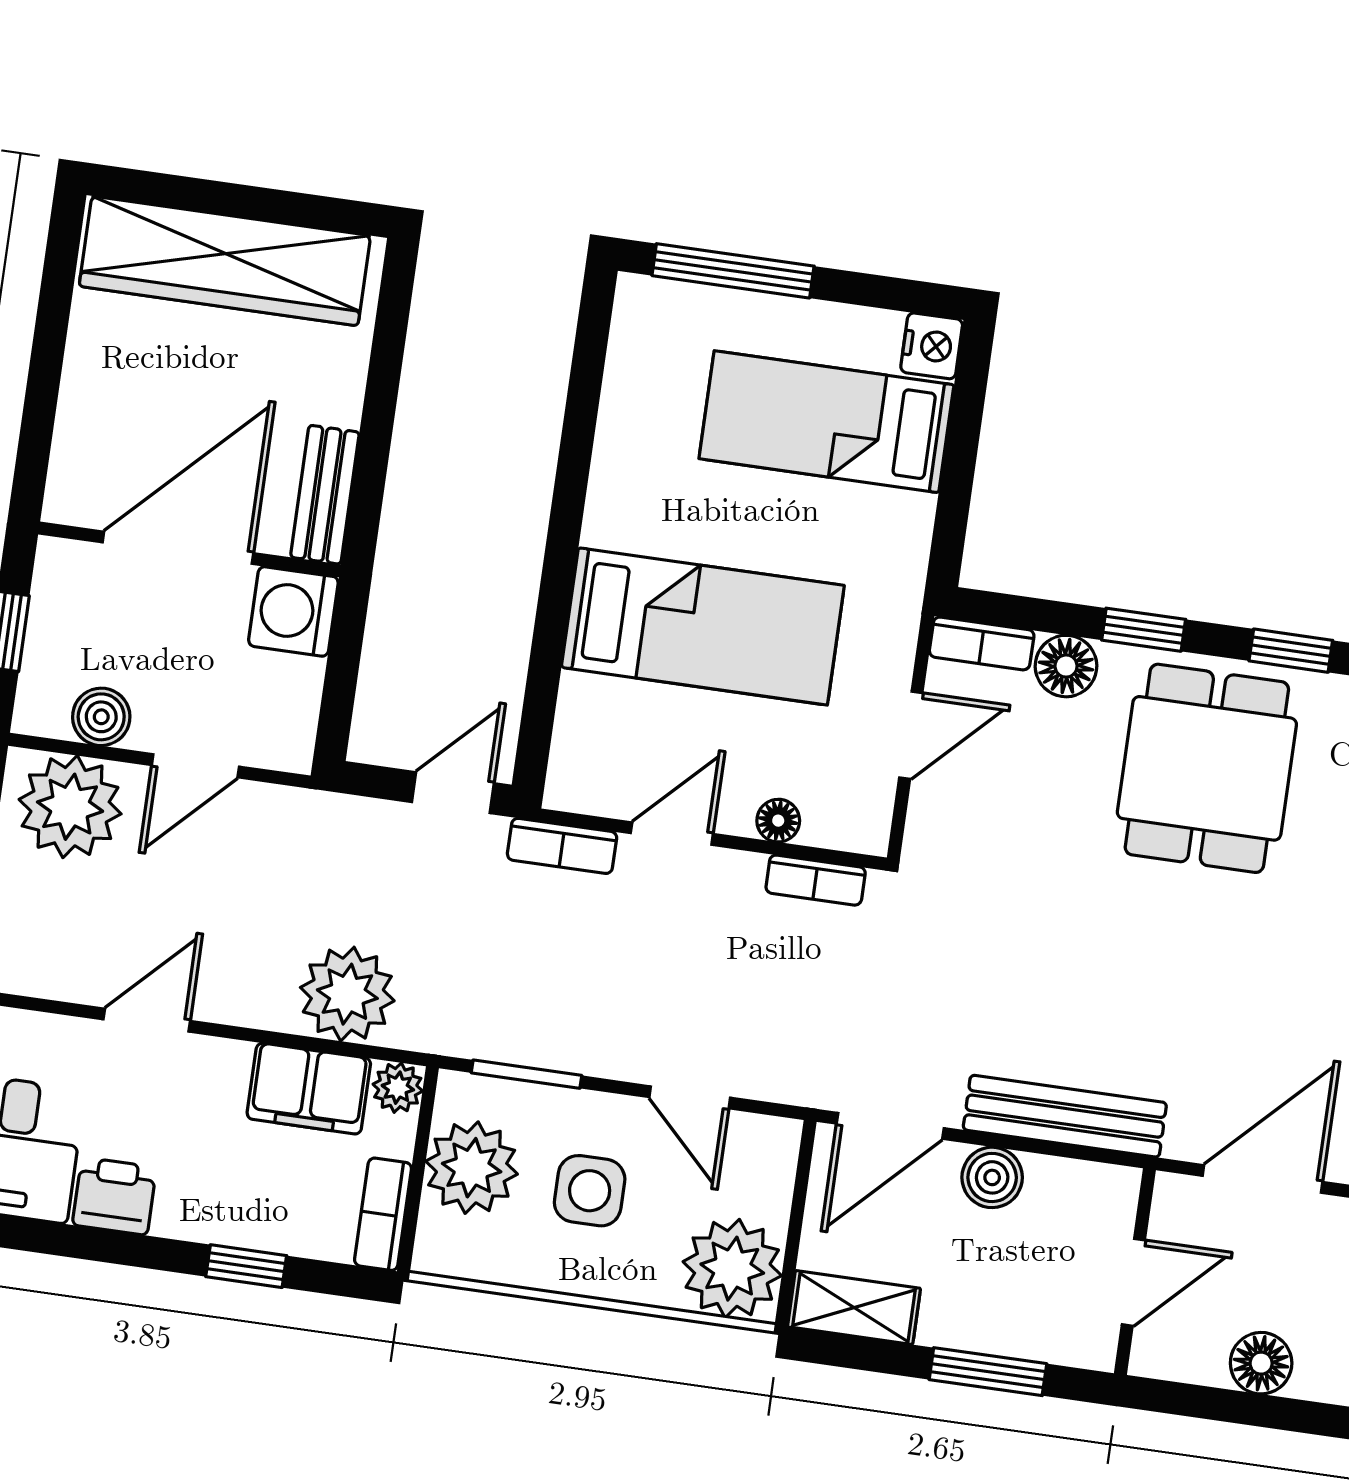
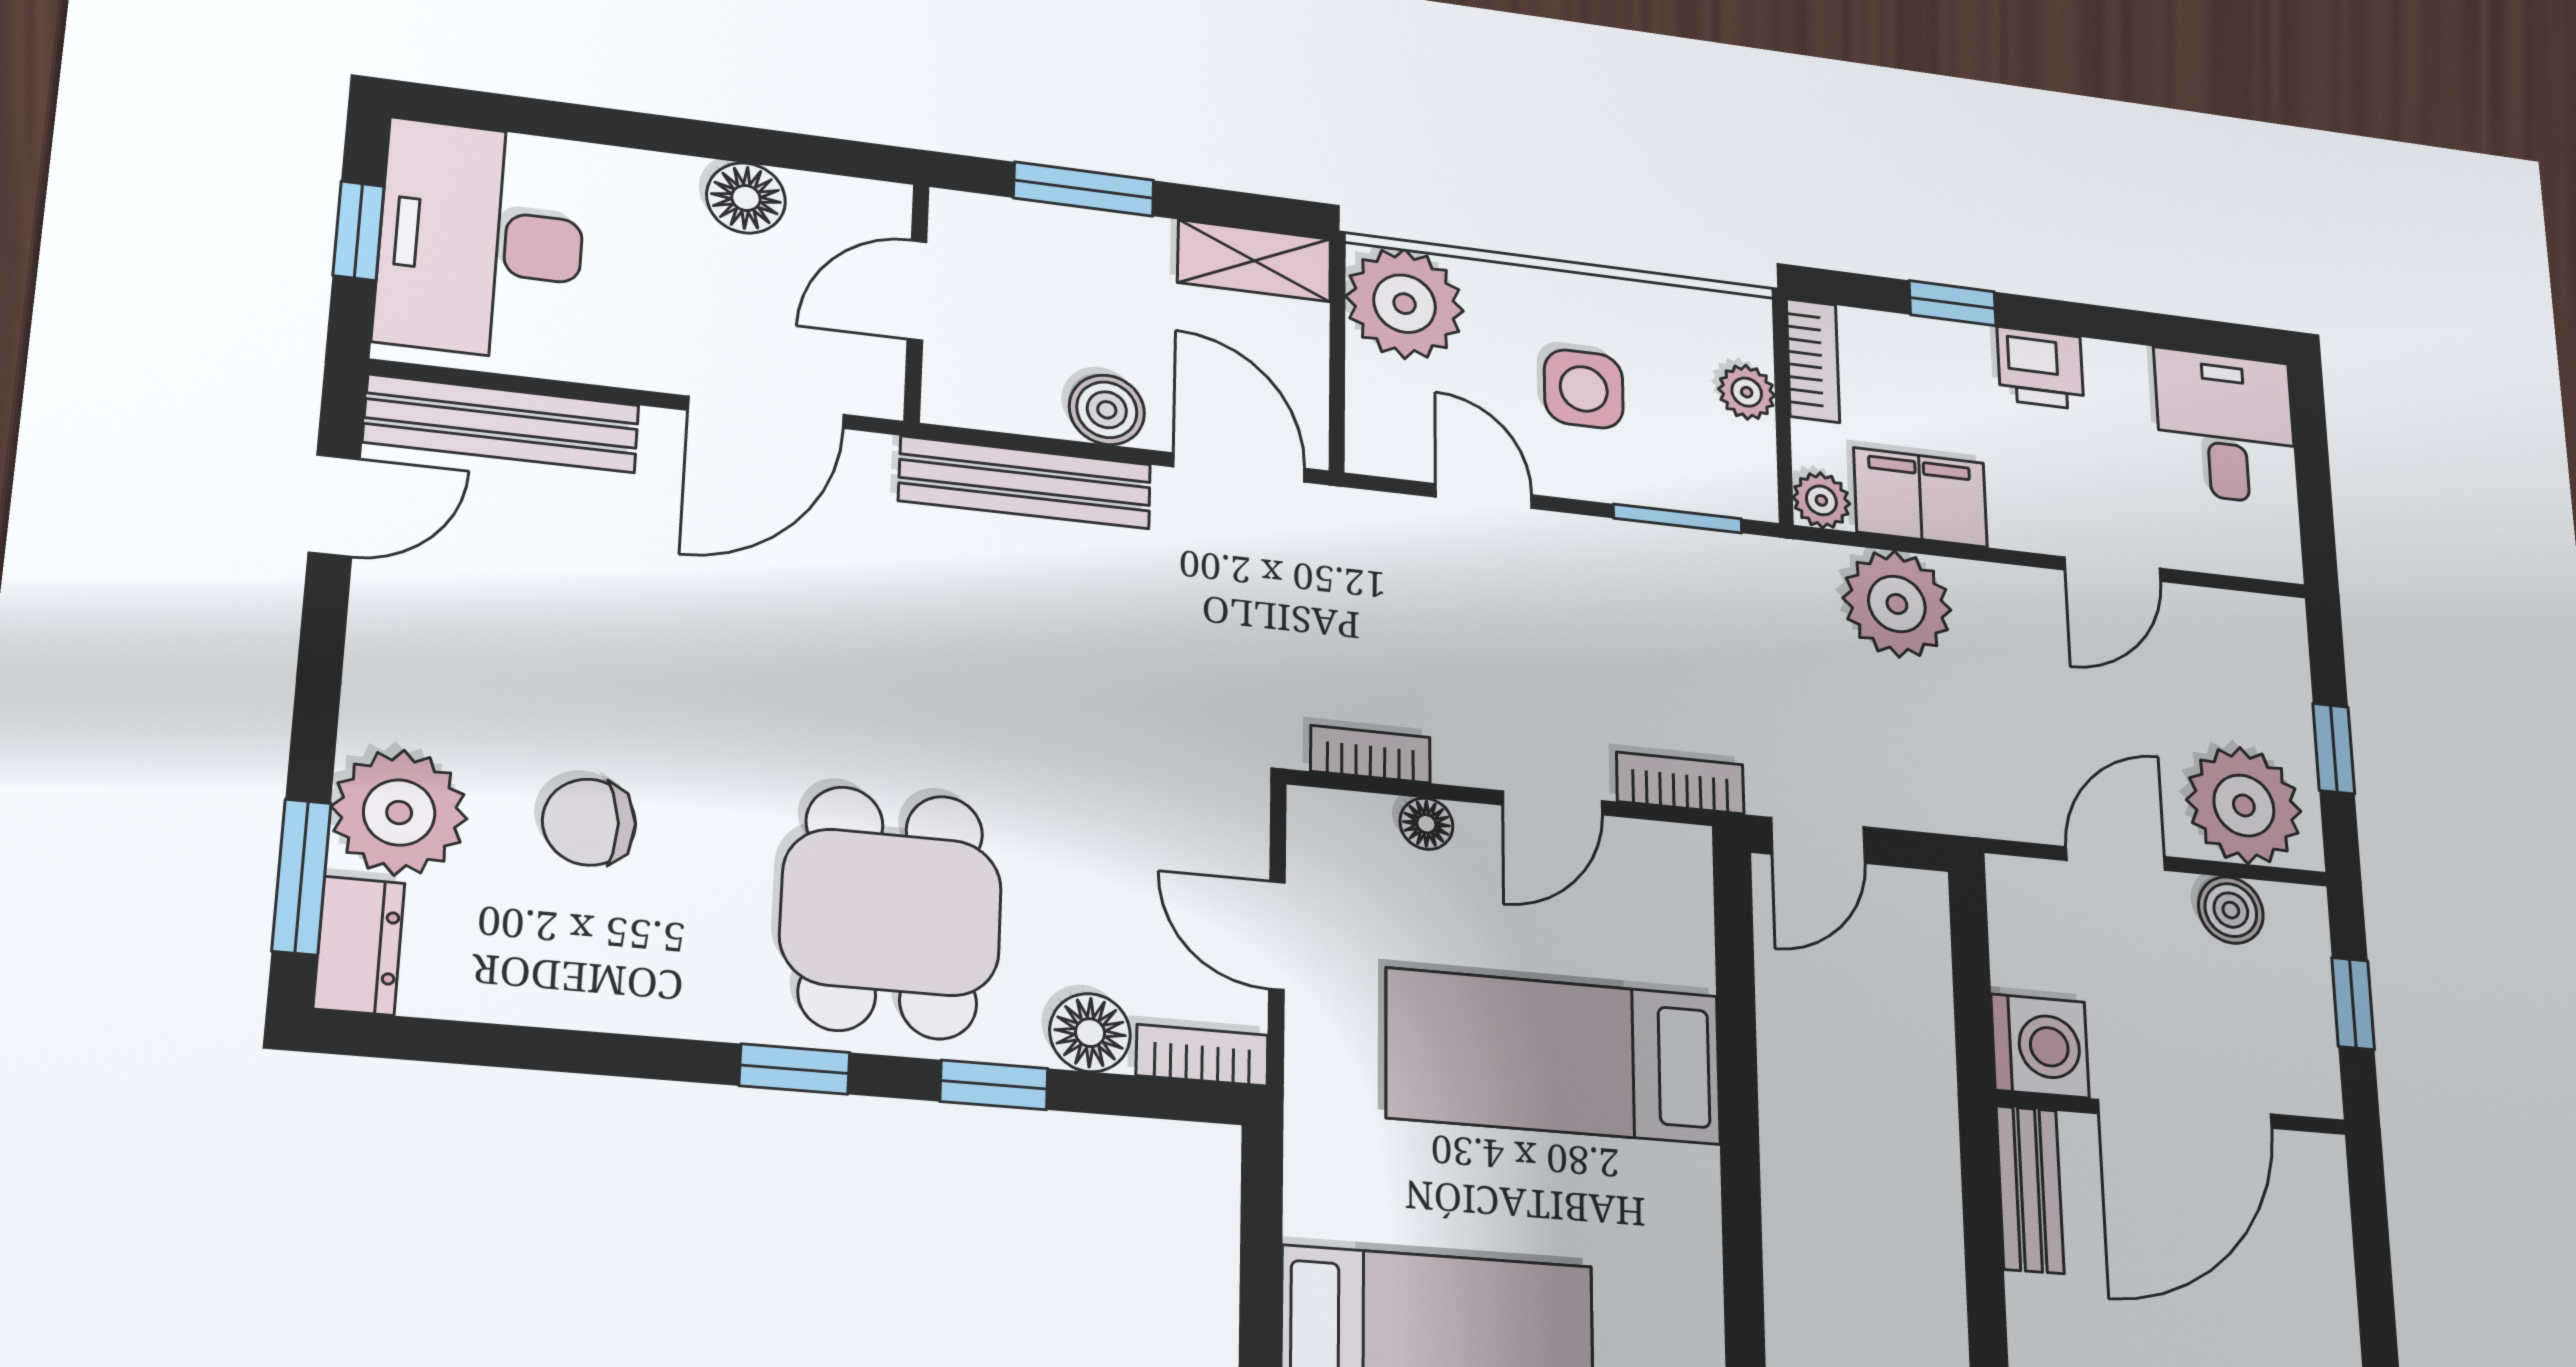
door: (911, 735) -> (1277, 936), hinge flipped
door: (890, 1126) -> (1239, 467), hinge flipped
plant: (472, 1168) -> (1747, 392), width x0.53, depth x0.53
printer: (114, 1196) -> (2040, 368), moved

